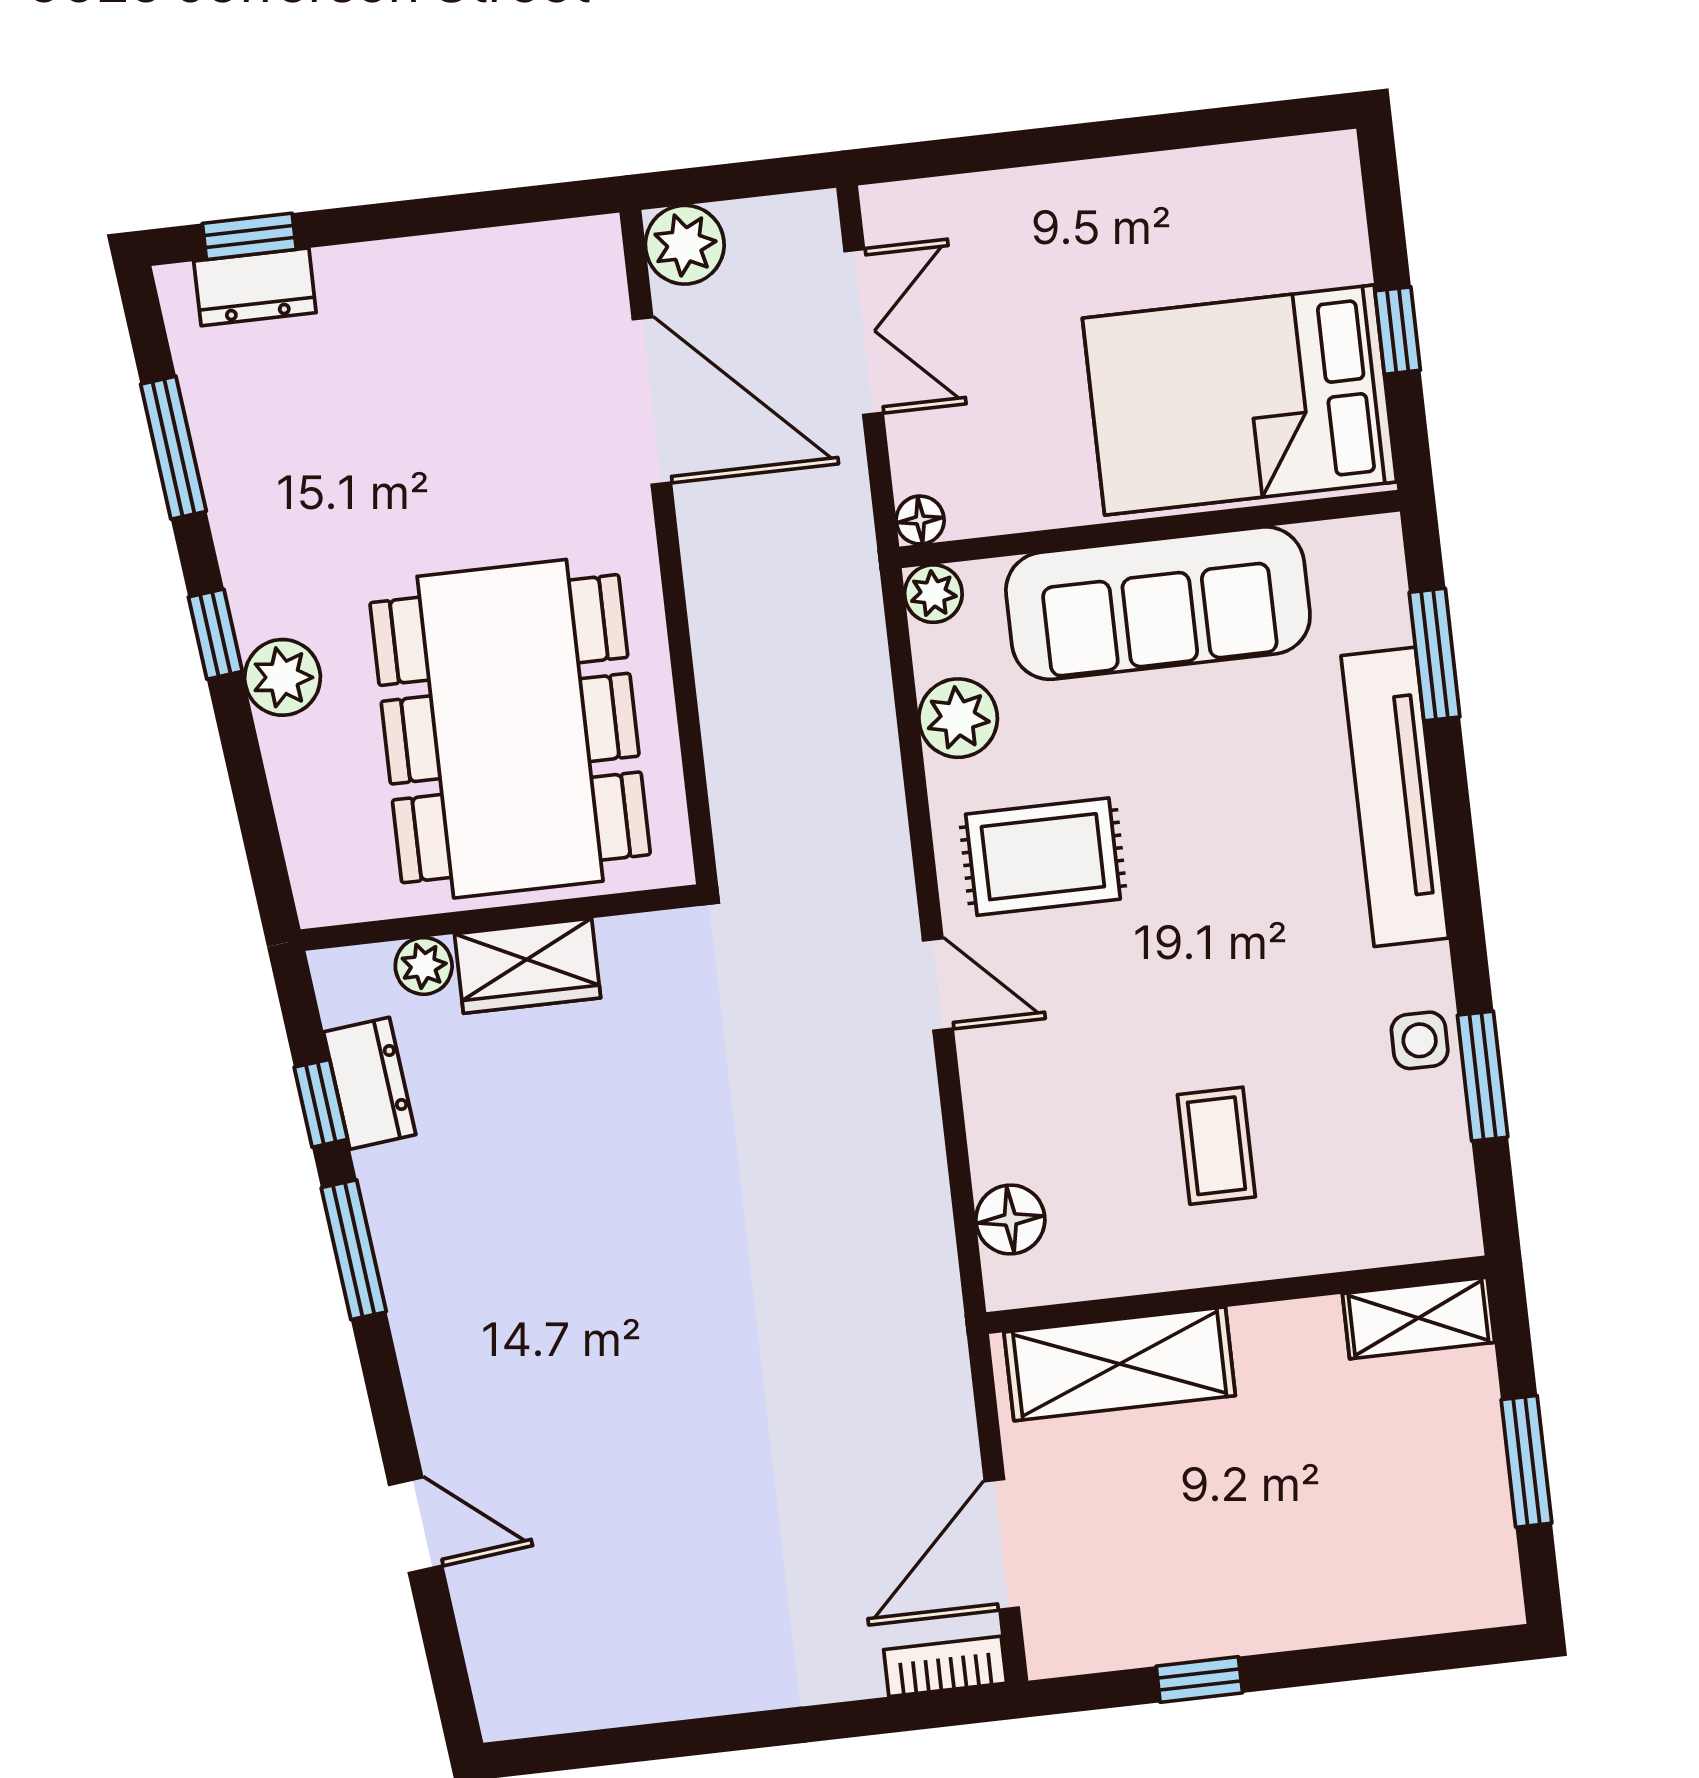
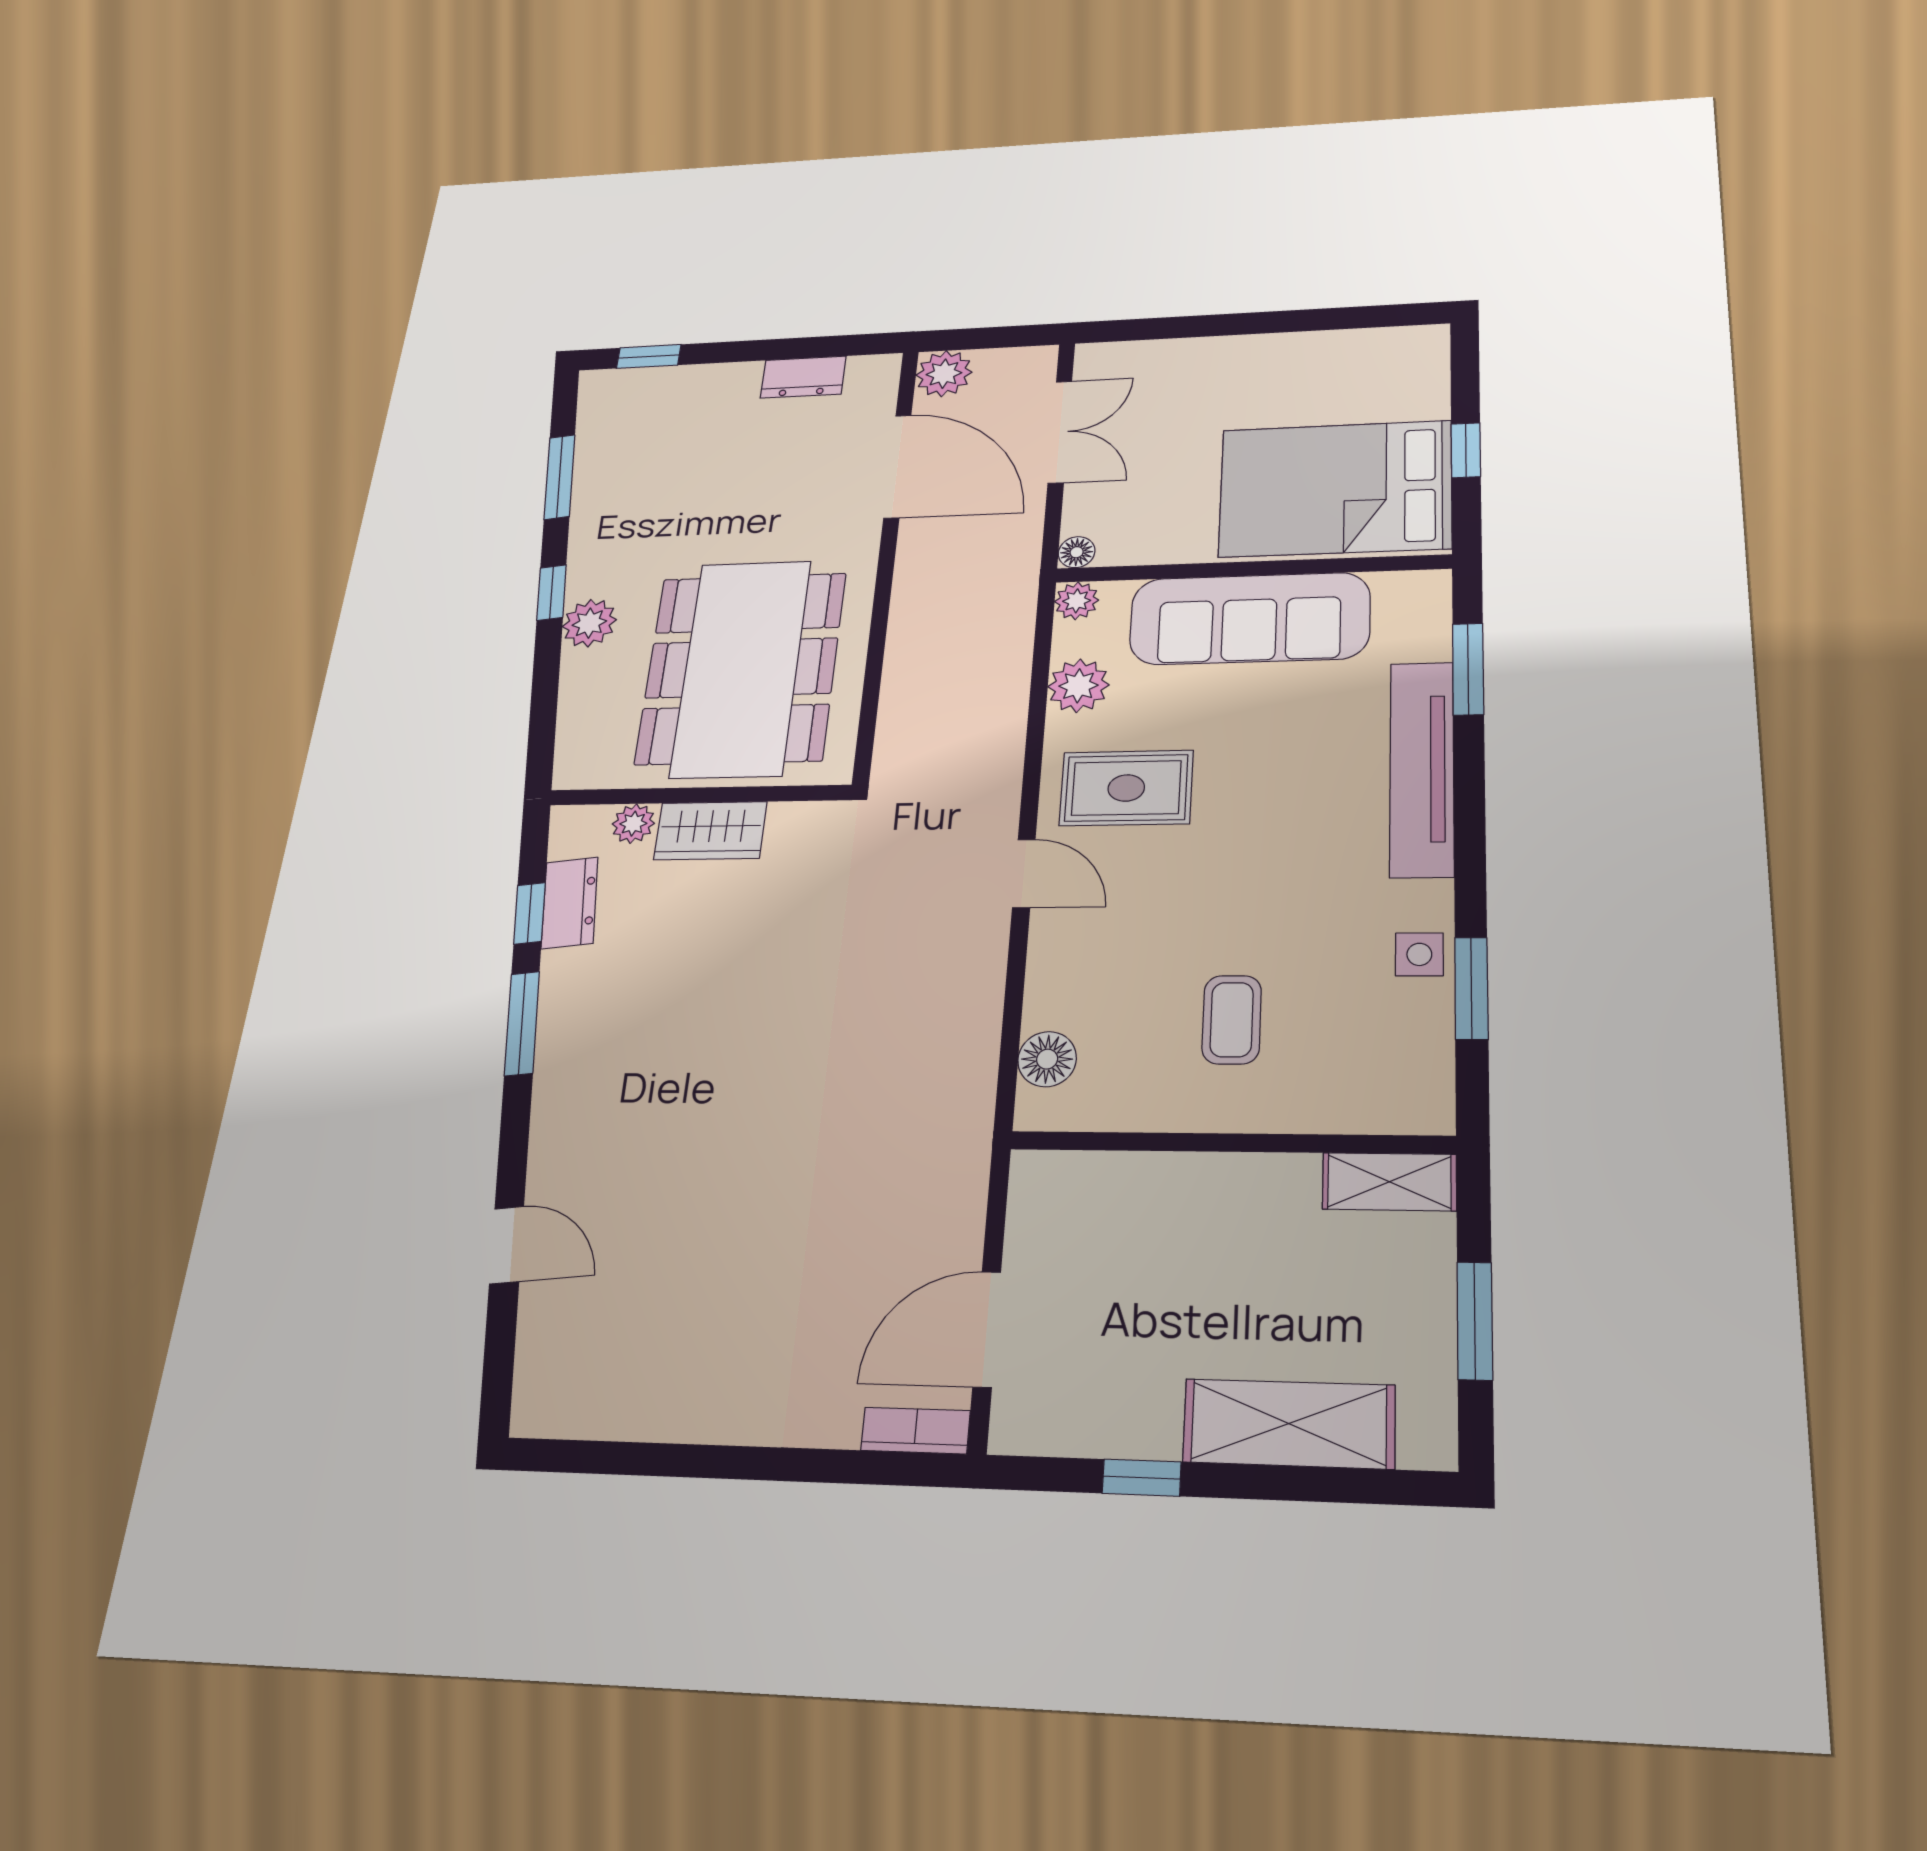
dresser: (255, 287) -> (803, 377), moved
shelving: (1120, 1364) -> (1289, 1424), moved

